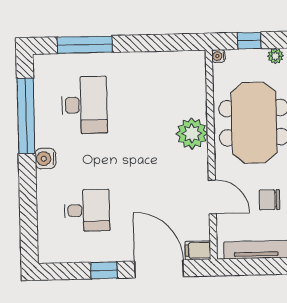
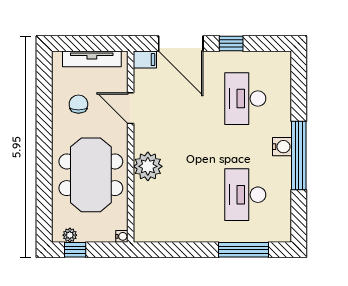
window: (249, 41) -> (75, 250), moved
window: (26, 116) -> (299, 156), moved
chair: (269, 200) -> (78, 104), turned -90
desk: (87, 210) -> (245, 99), width x1.37

